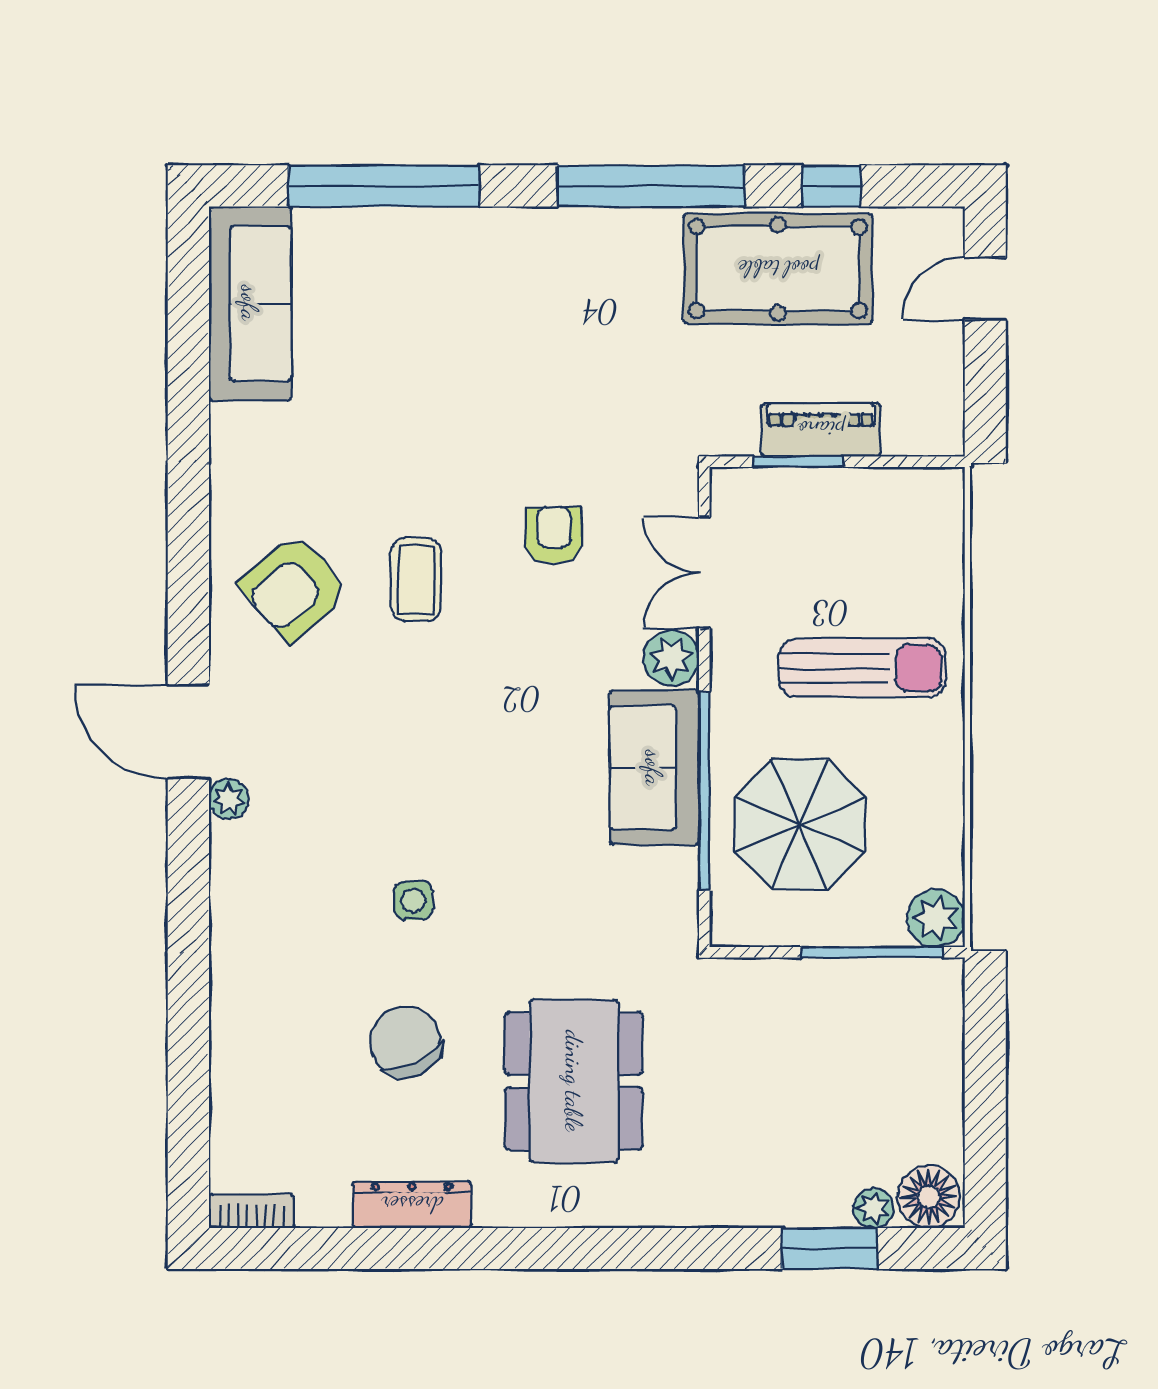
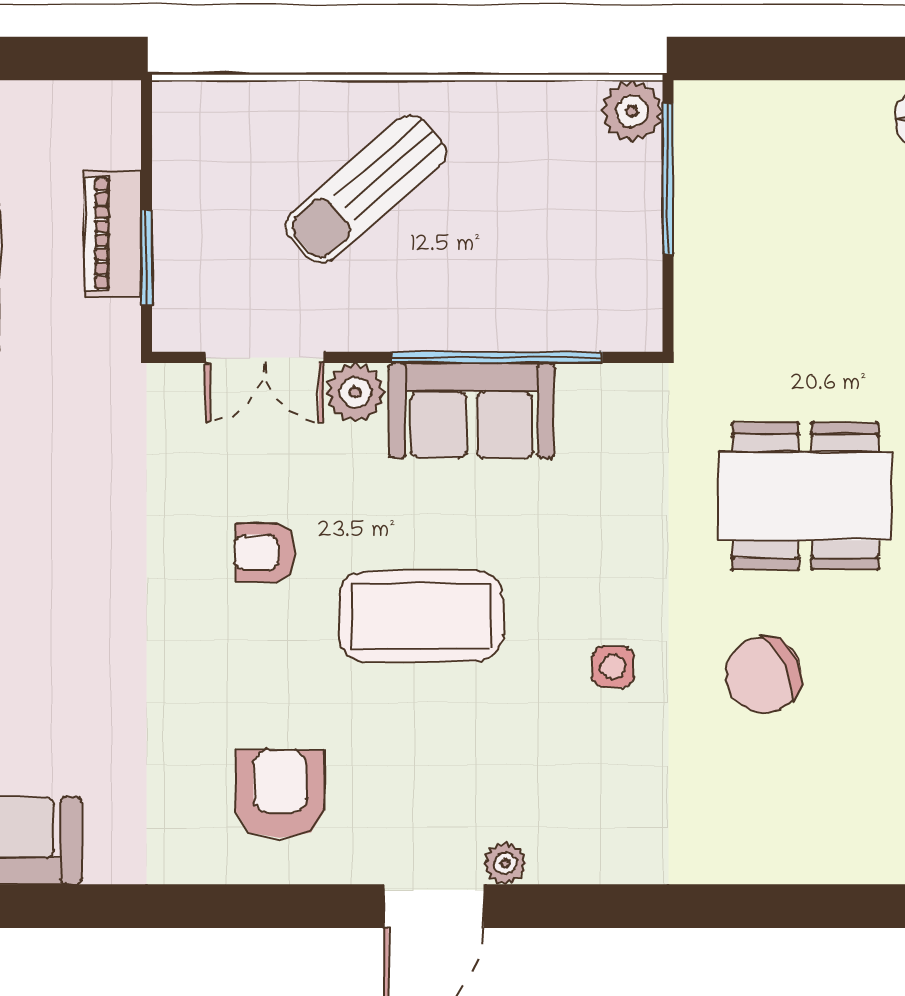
armchair: (554, 535) -> (265, 552), moved
coffee table: (416, 580) -> (421, 616), moved, width x1.86, depth x1.72
armchair: (294, 587) -> (280, 794), turned -139
sun lounger: (862, 668) -> (366, 189), turned -131
parasol: (800, 824) -> (532, 256), removed

